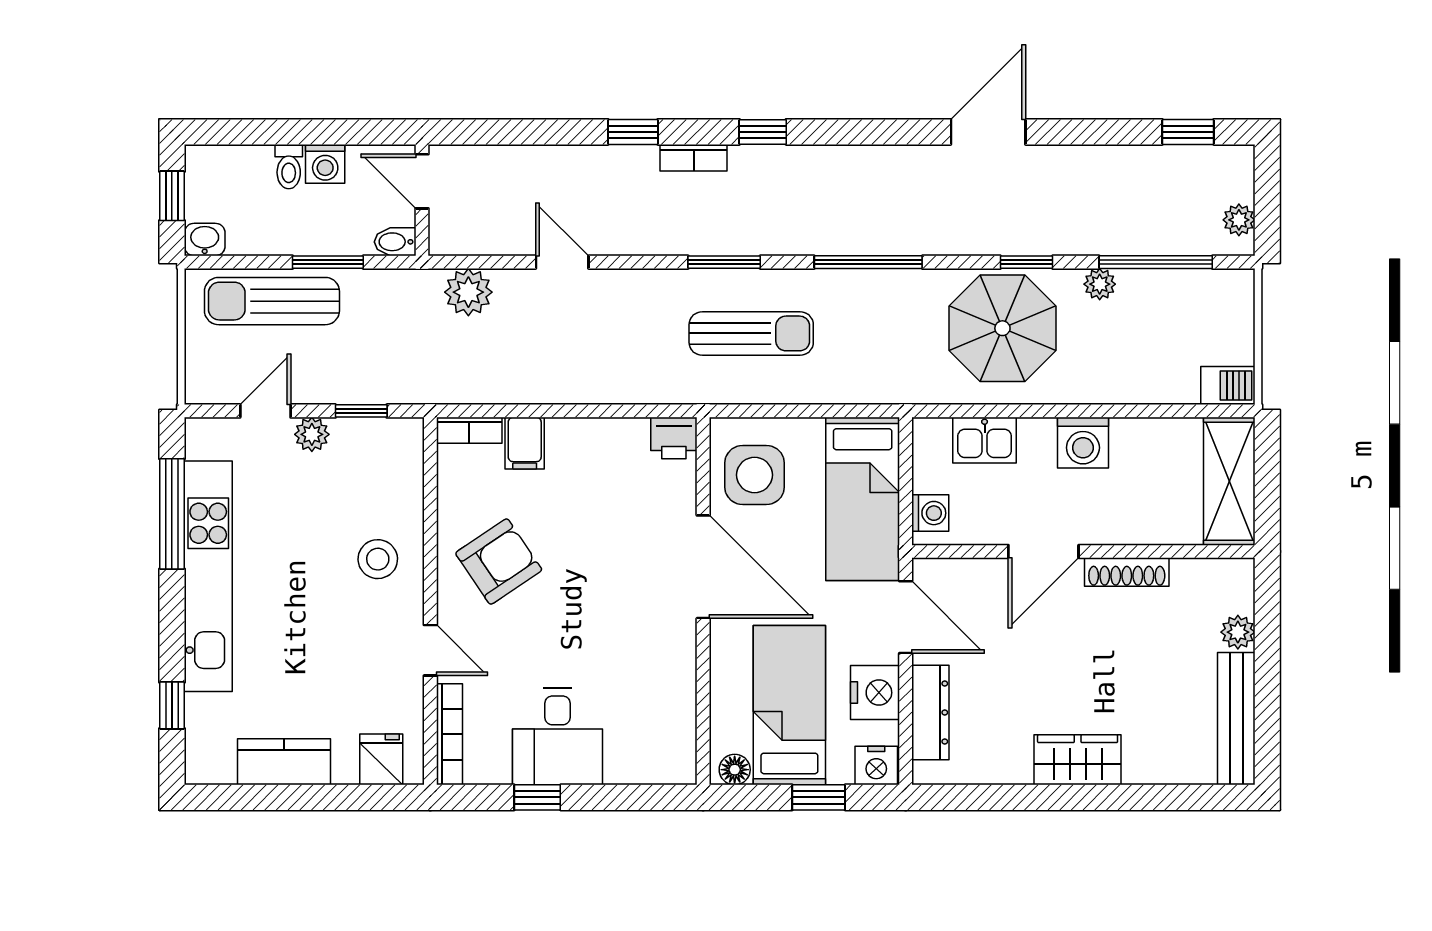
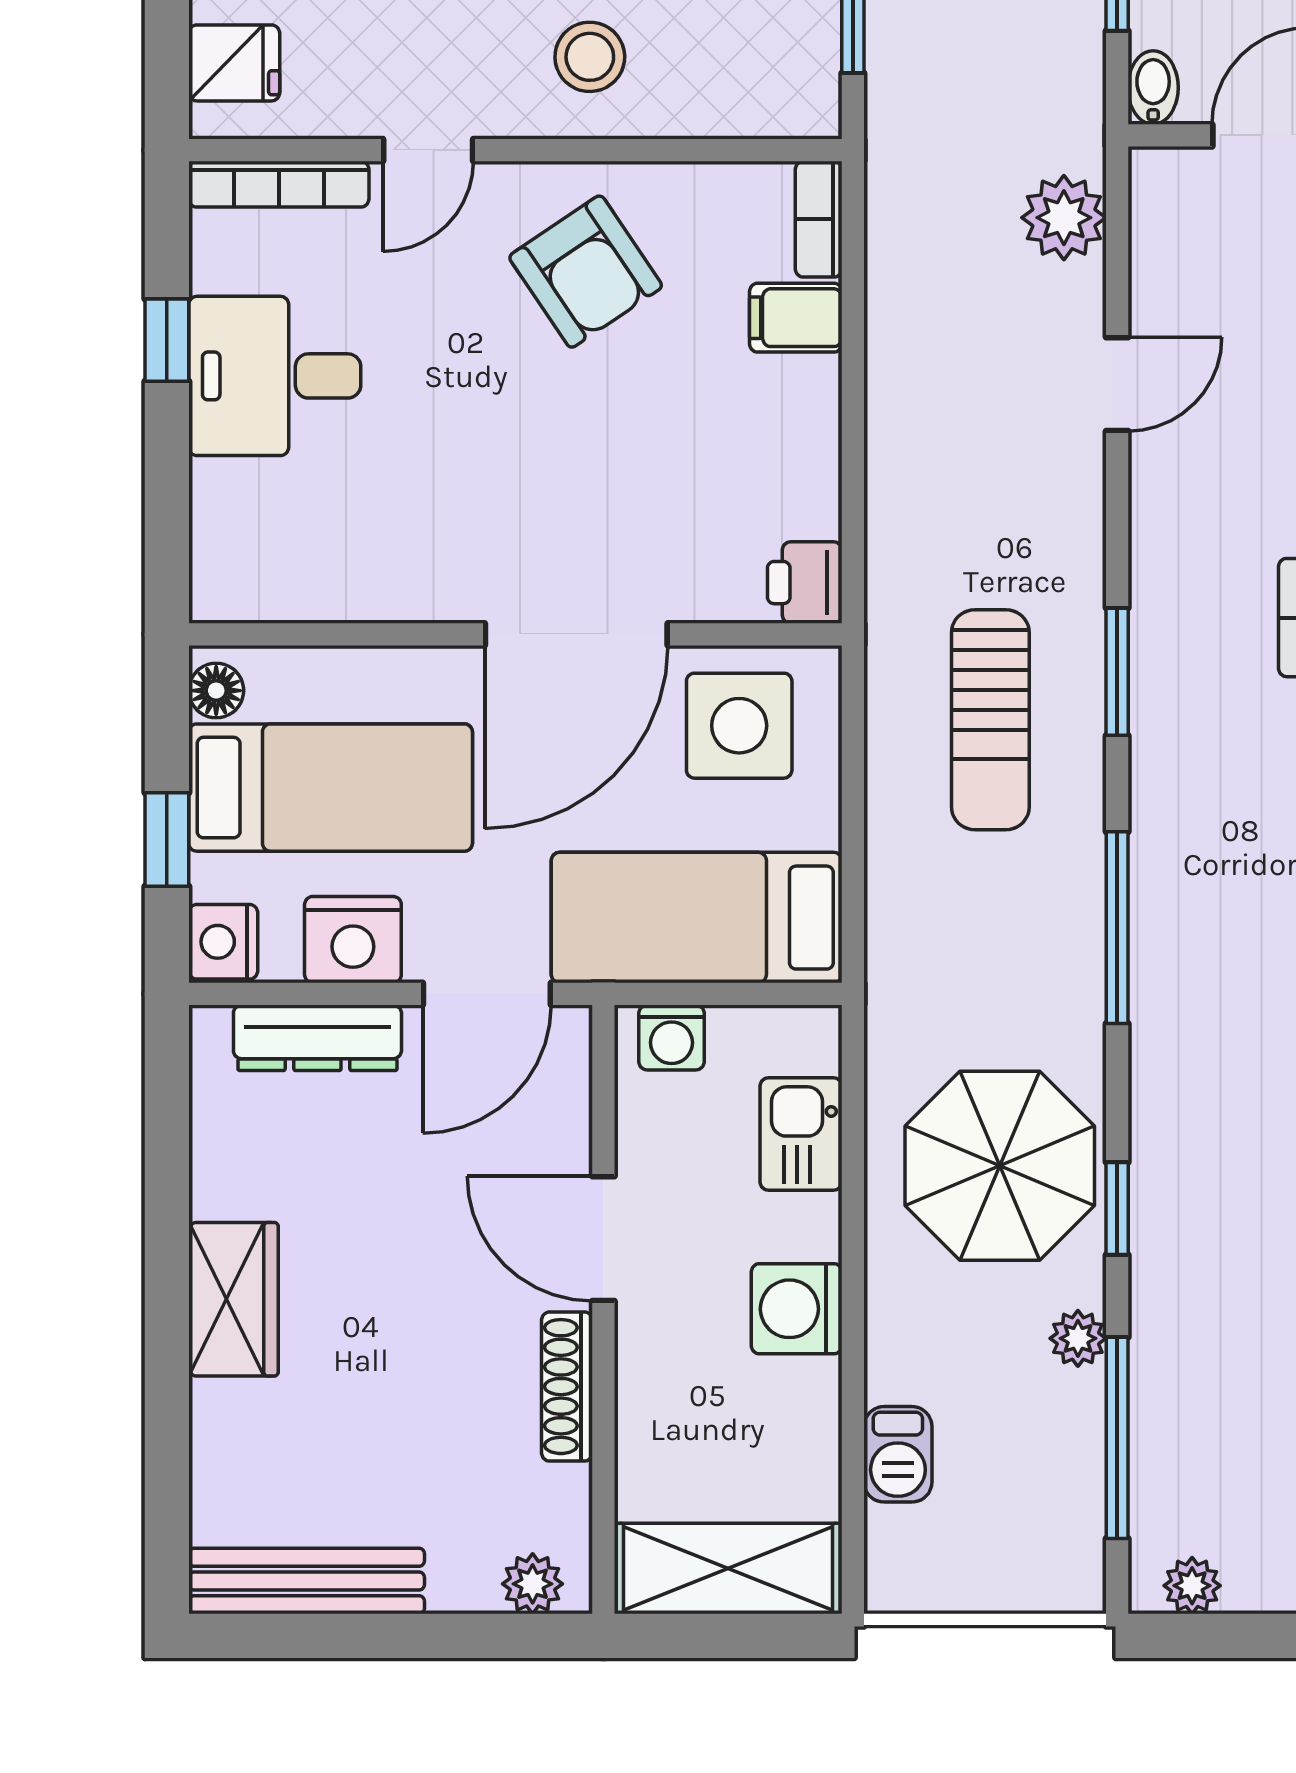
barbecue: (1228, 386) -> (898, 1454), moved
plant: (1238, 632) -> (533, 1584), moved

